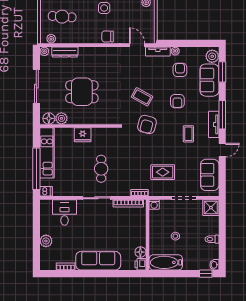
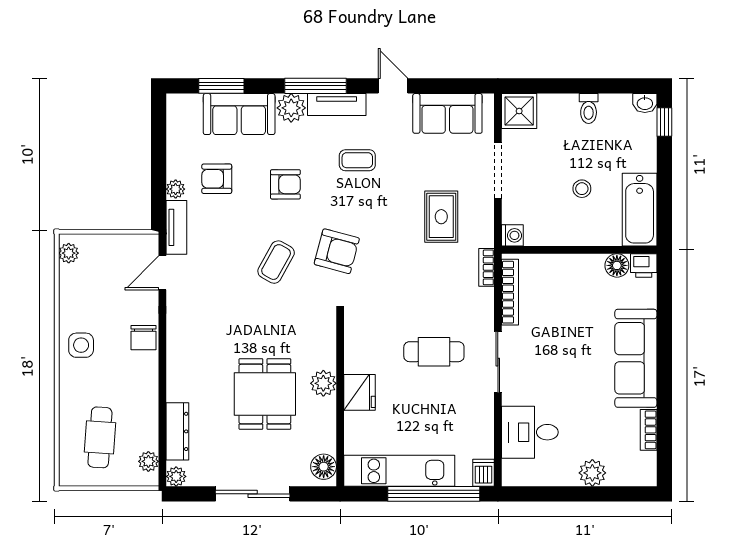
plant: (212, 56) -> (291, 108), moved
plant: (61, 118) -> (323, 383), moved

